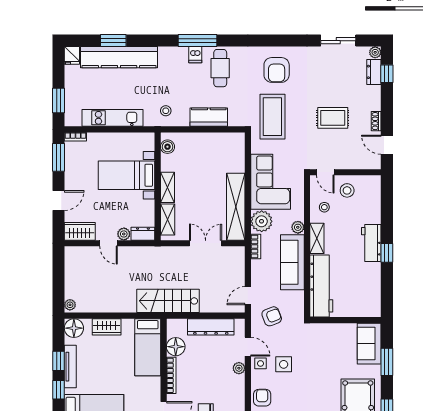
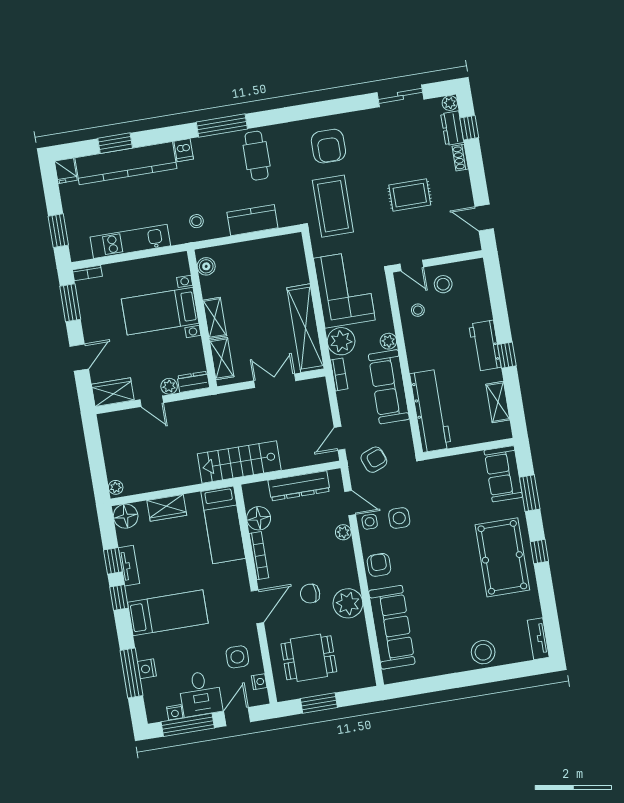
dishwasher: (195, 55) -> (184, 150), moved
shoe rack: (376, 121) -> (460, 158), moved
shelving: (317, 238) -> (498, 402), moved
tv unit: (70, 367) -> (129, 566), width x0.71

